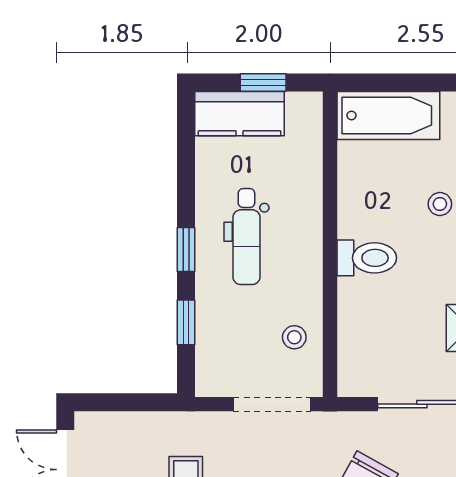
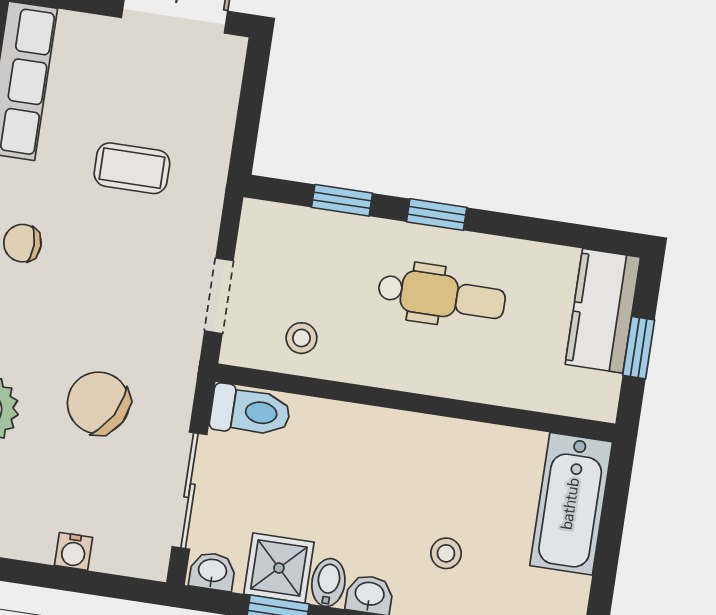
dental chair: (246, 237) -> (442, 296), turned 180
toilet: (367, 258) -> (250, 411), moved, turned -90
doorway: (272, 404) -> (219, 296), width x0.73

